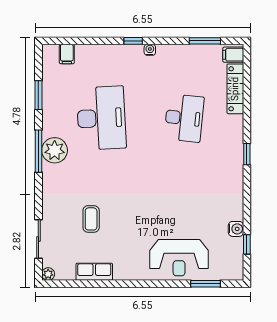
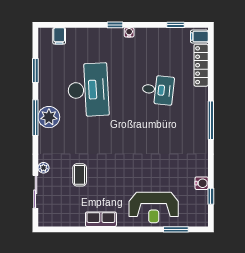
window: (205, 41) -> (175, 25), width x0.67
desk: (184, 118) -> (158, 90), width x0.73
window: (247, 154) -> (211, 120), width x2.17
row of seats: (94, 272) -> (101, 219), moved
plant: (48, 274) -> (43, 168), moved

